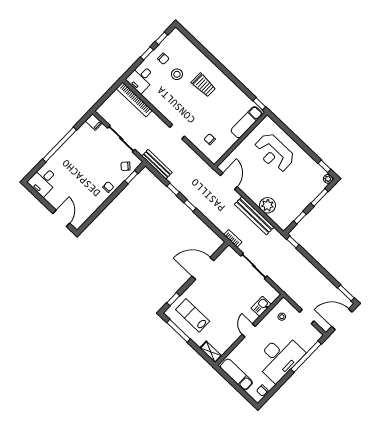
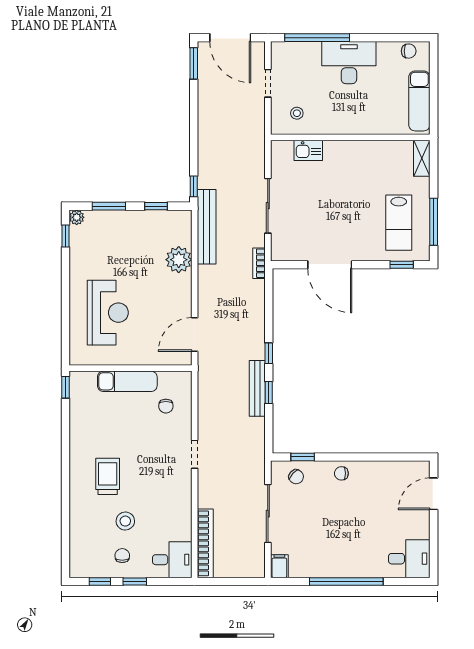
exam couch: (247, 122) -> (127, 381), moved
bench: (157, 164) -> (257, 388), moved
bench: (254, 216) -> (207, 227), moved
door: (249, 330) -> (352, 137), removed
desk: (279, 357) -> (349, 63), width x0.73, depth x0.77

